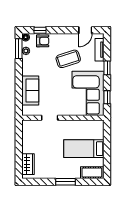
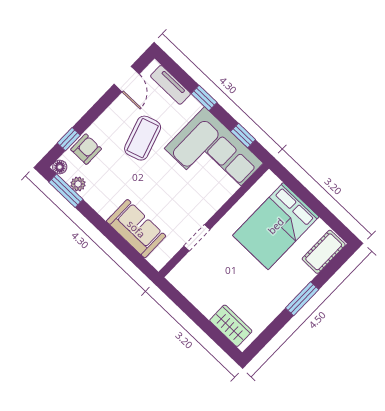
bed: (84, 149) -> (276, 226), width x1.50

